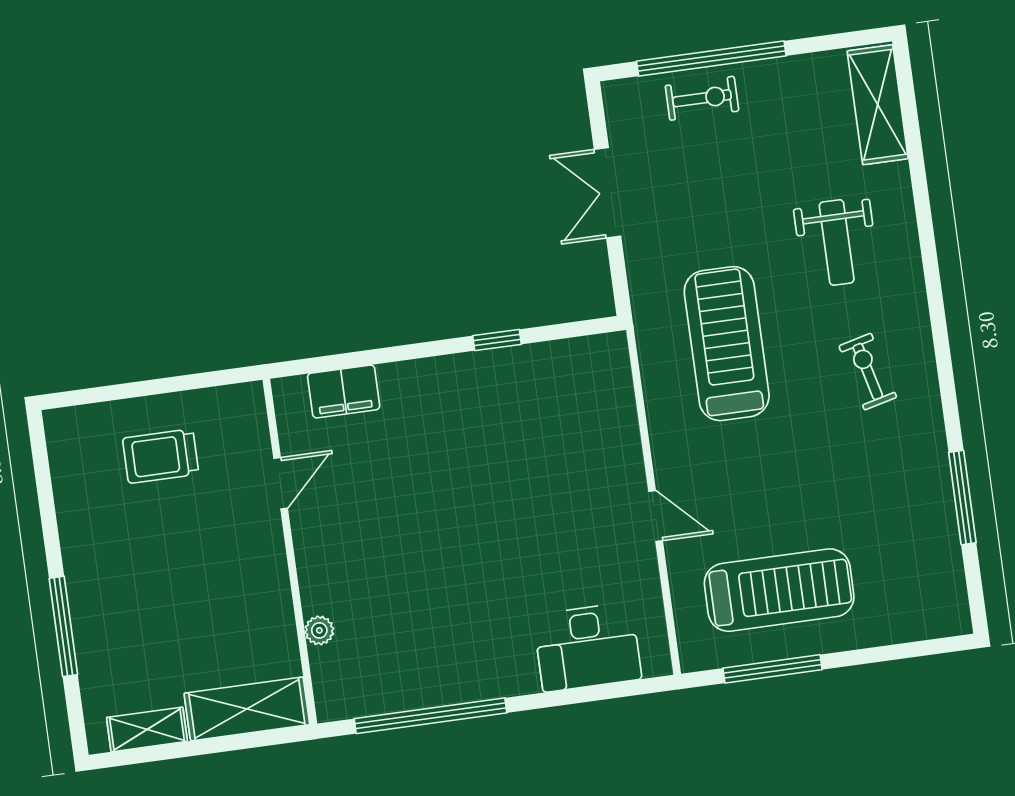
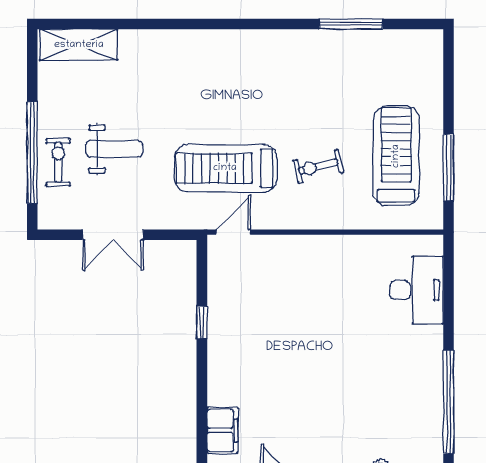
weight bench: (837, 242) -> (114, 149), moved
exercise bike: (868, 372) -> (318, 166), moved
door: (656, 516) -> (233, 232), moved

